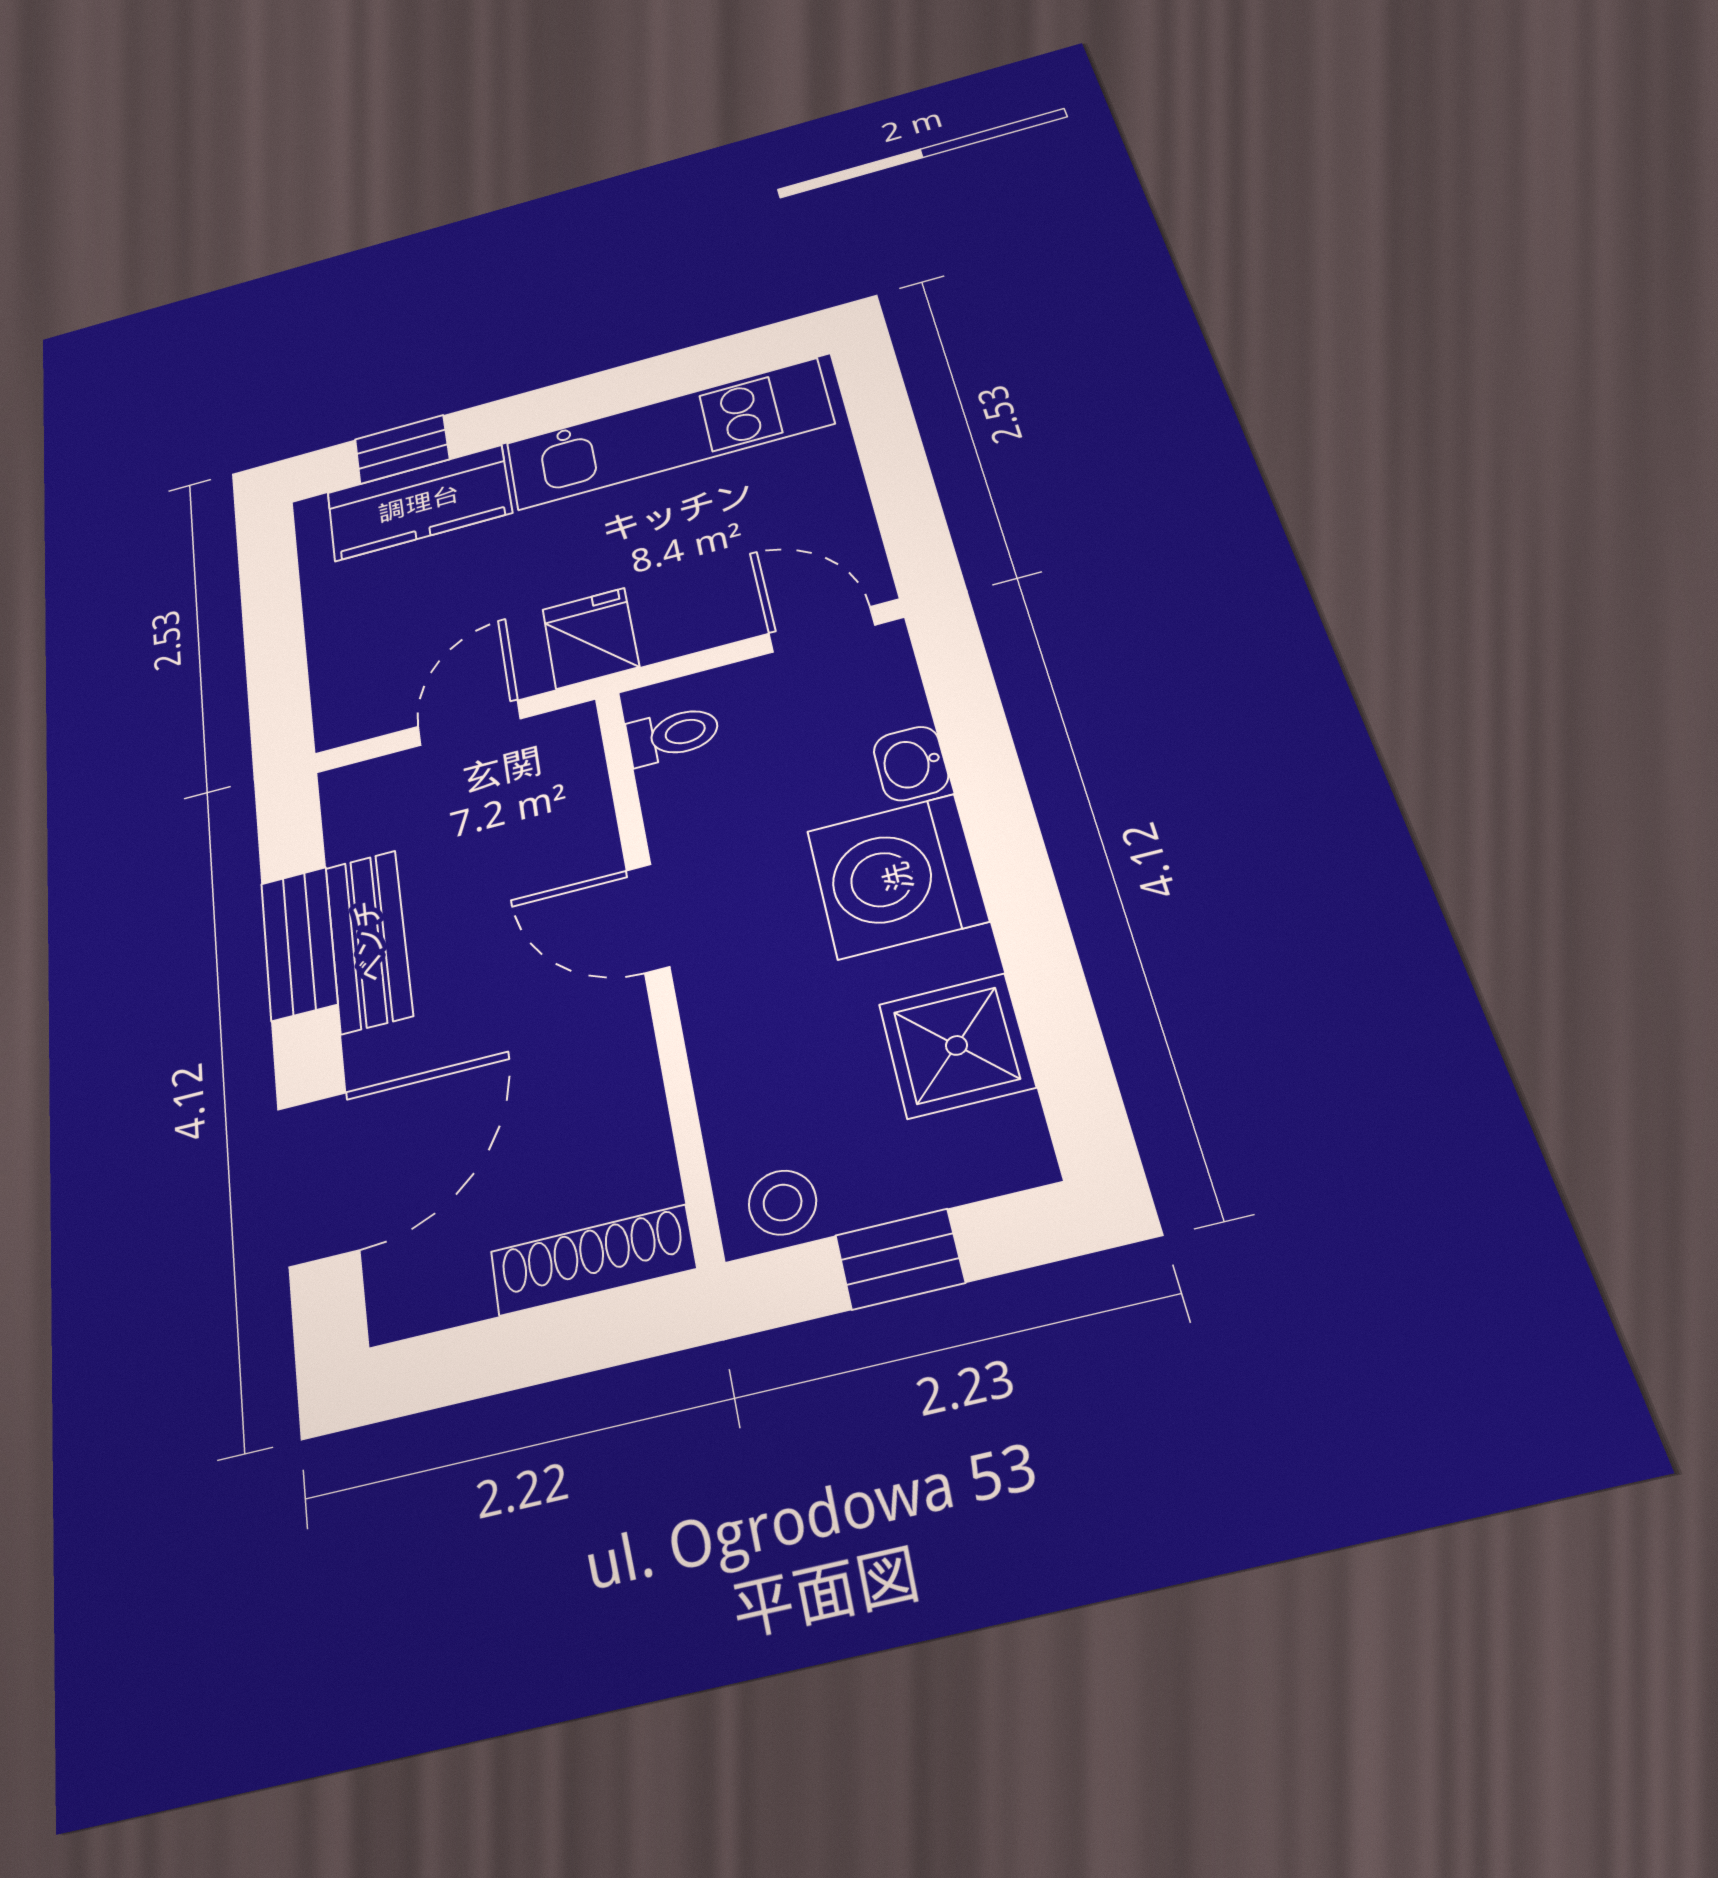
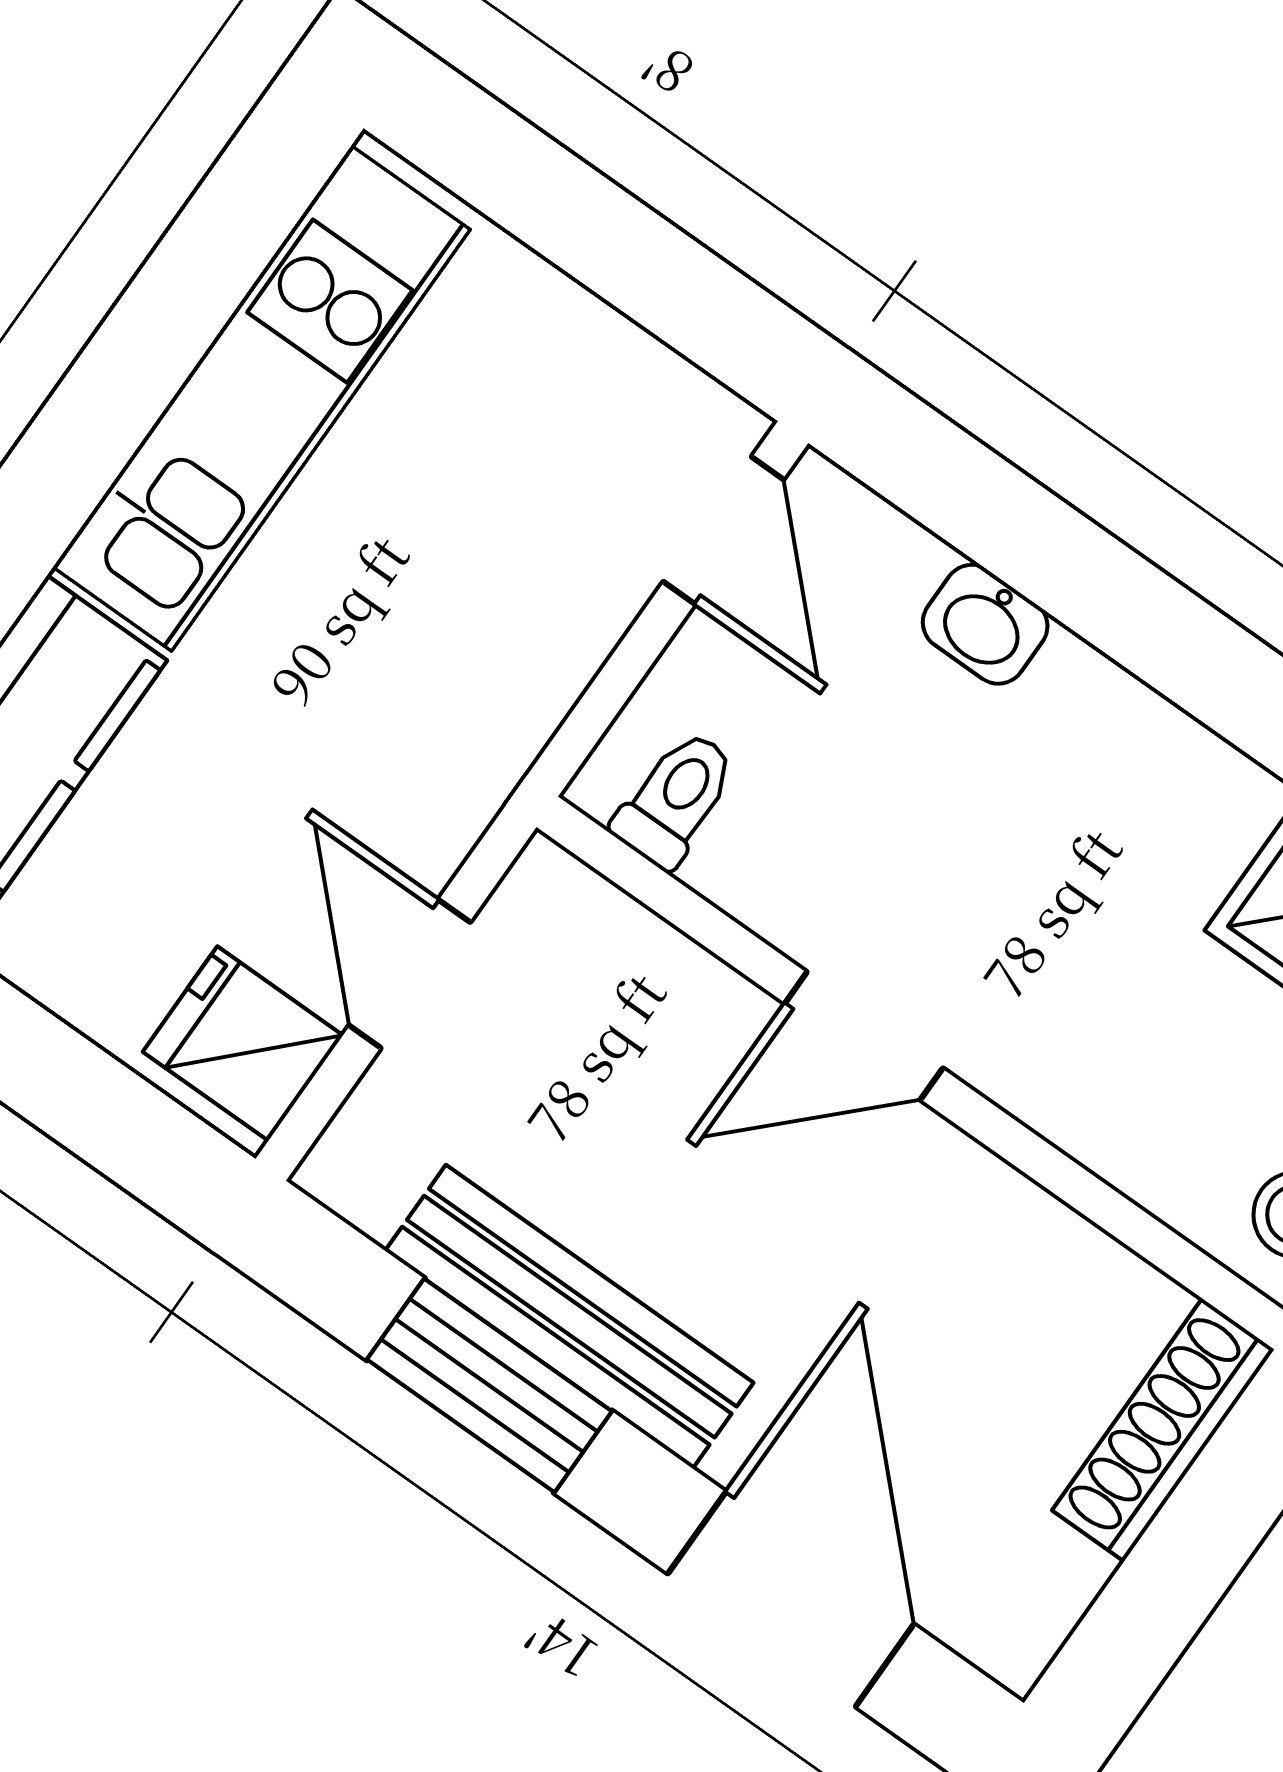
door: (822, 629) -> (723, 531), swing flipped
fridge: (591, 638) -> (243, 1044), moved
washing machine: (897, 876) -> (1091, 771), removed
bench: (369, 941) -> (569, 1317), width x1.36

